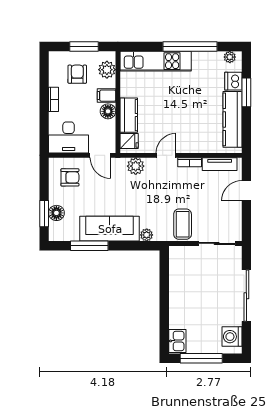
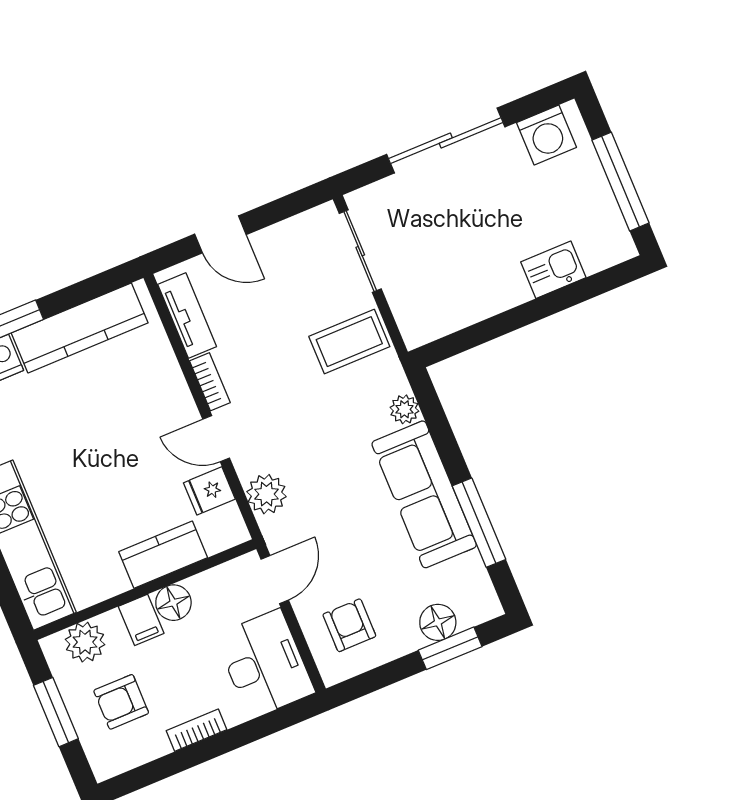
fridge: (129, 141) -> (209, 491), moved, turned -90
kitchen sink: (177, 341) -> (553, 270), moved

